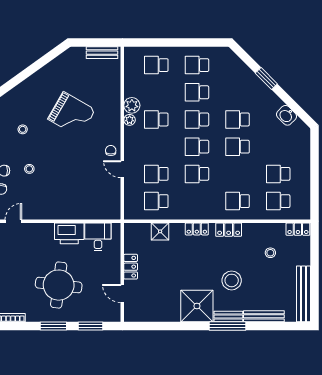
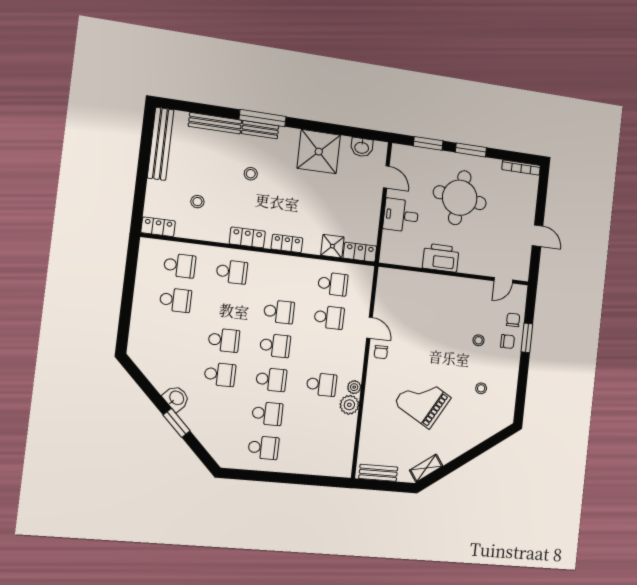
shelving: (62, 60) -> (426, 468), added
school desk: (156, 65) -> (314, 452), removed
washbasin: (286, 115) -> (176, 398), moved
desk: (98, 237) -> (401, 215), moved, turned 90
locker: (131, 267) -> (360, 252), moved, turned 90
stool: (232, 280) -> (251, 174), width x0.53, depth x0.53
shower: (197, 306) -> (319, 152), moved
washbasin: (145, 315) -> (362, 147), added

